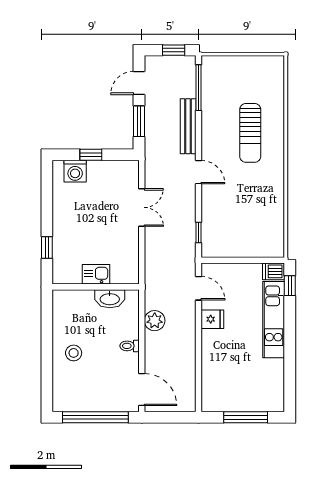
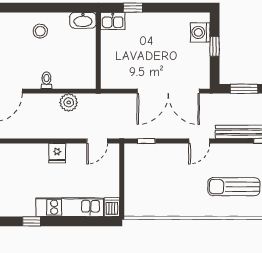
double door: (142, 207) -> (168, 91), width x1.87
kitchen sink: (96, 274) -> (113, 21), moved, turned 90
window: (290, 286) -> (32, 221), moved
washbasin: (110, 299) -> (83, 20), moved, turned -90
fridge: (212, 319) -> (57, 153), moved

